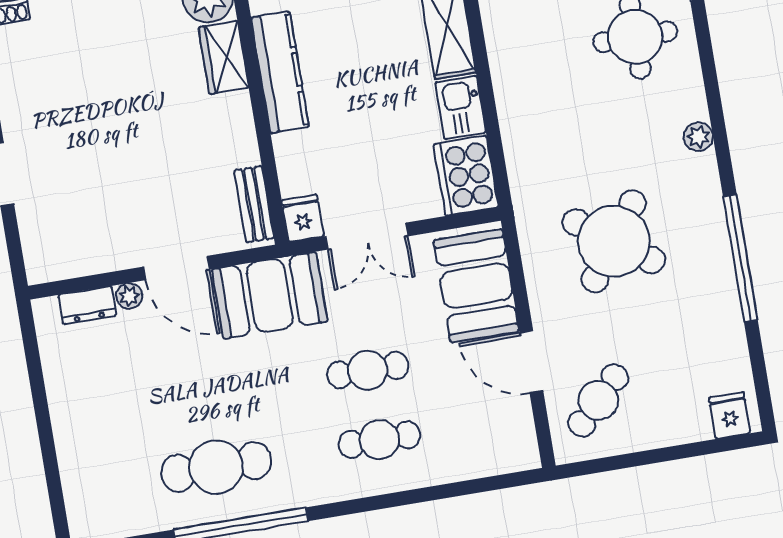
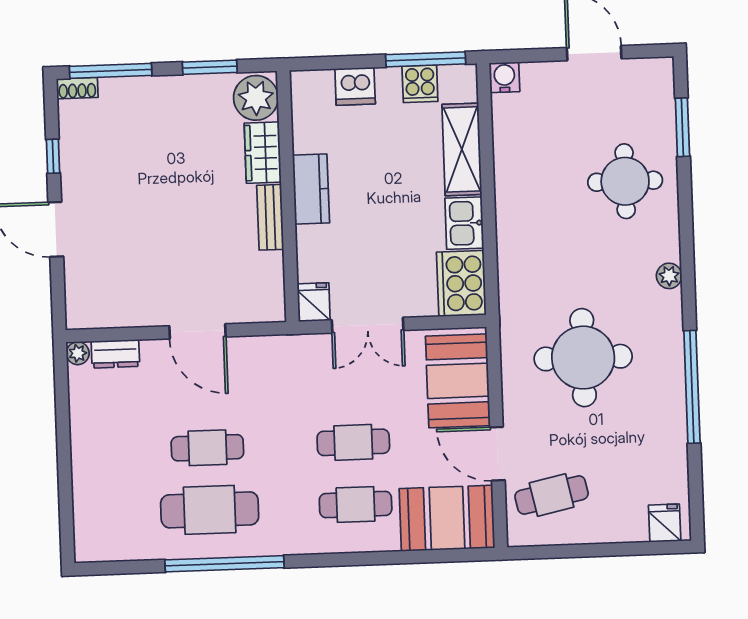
kitchen counter: (280, 72) -> (311, 189), width x0.67
bench: (254, 204) -> (270, 217), moved
round table: (614, 241) -> (583, 358), turned -36
booth: (270, 295) -> (447, 518), moved
plant: (129, 296) -> (78, 353), moved
cafe table: (204, 397) -> (207, 448), added
cafe table: (598, 400) -> (552, 495), turned 33

